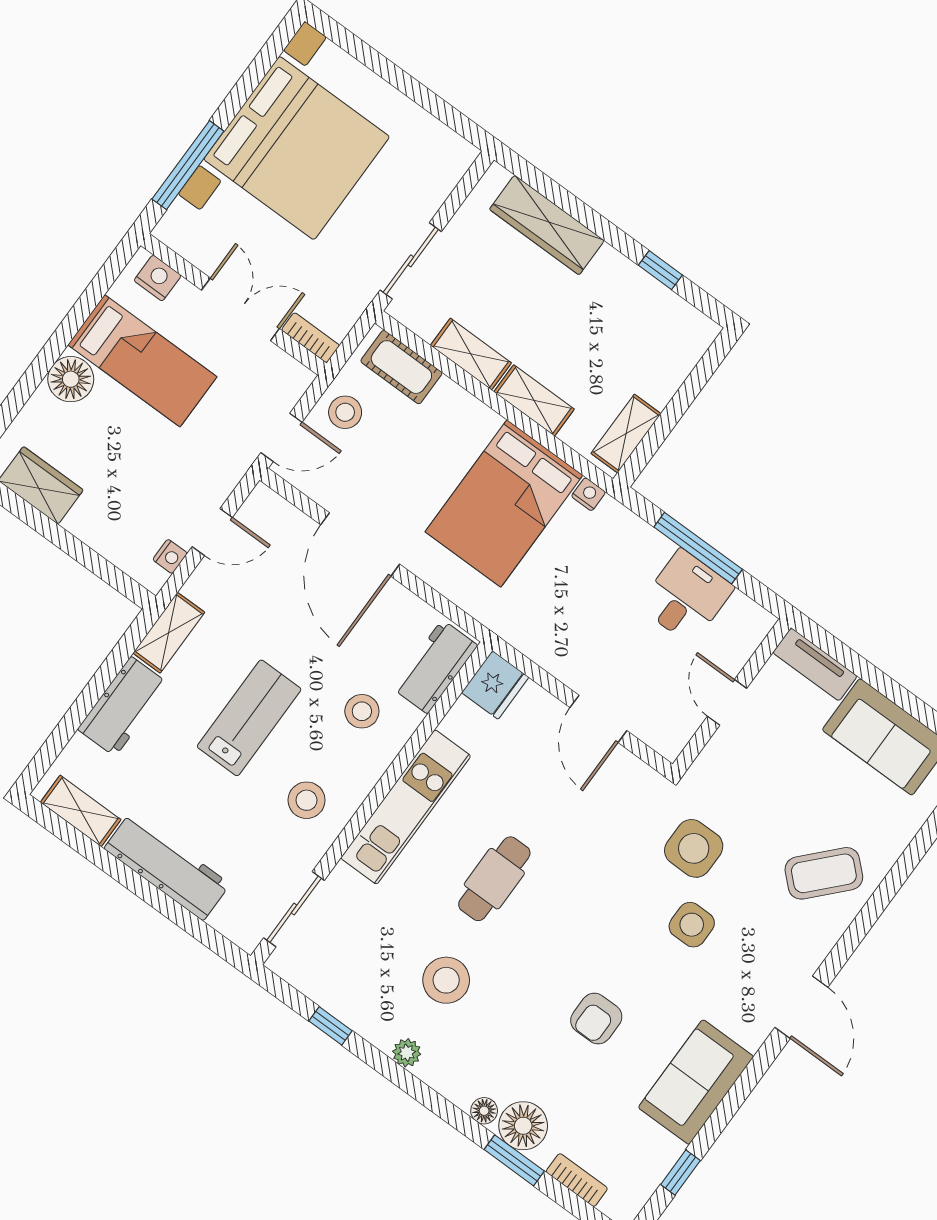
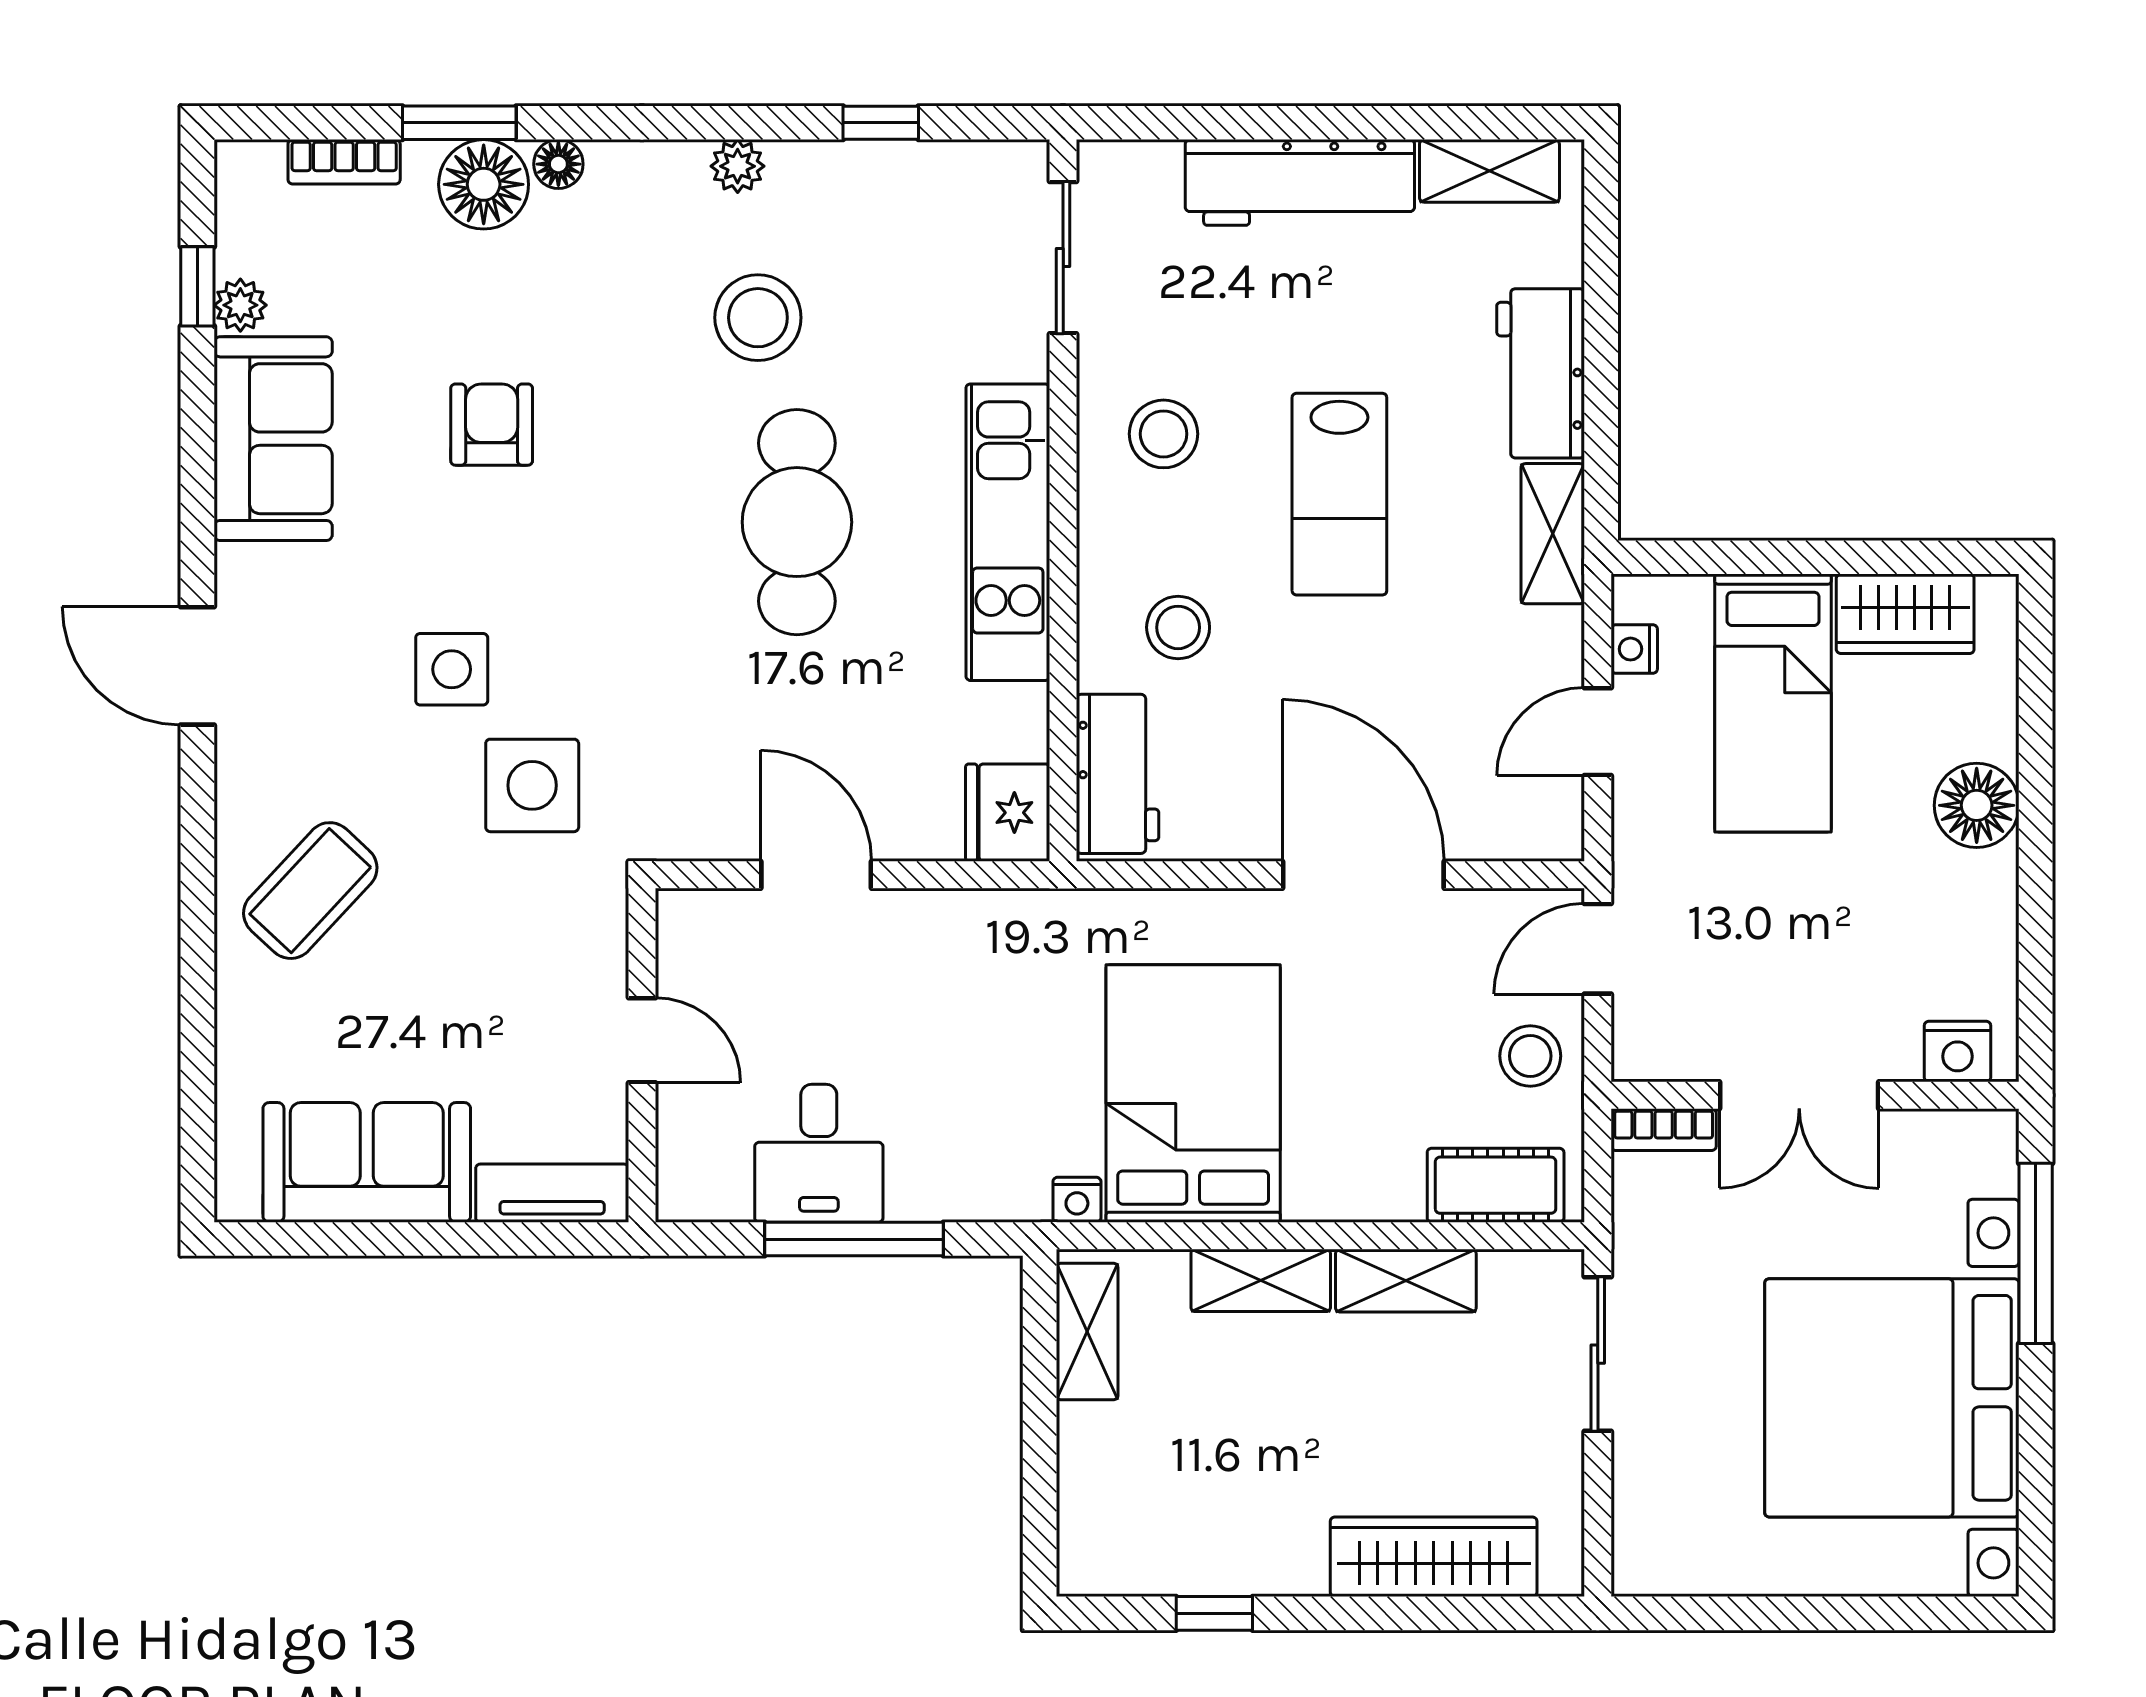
bed: (142, 361) -> (1773, 703), moved, turned -90
cafe table: (494, 879) -> (797, 522), width x1.37, depth x1.35
plant: (668, 1151) -> (240, 305), added

